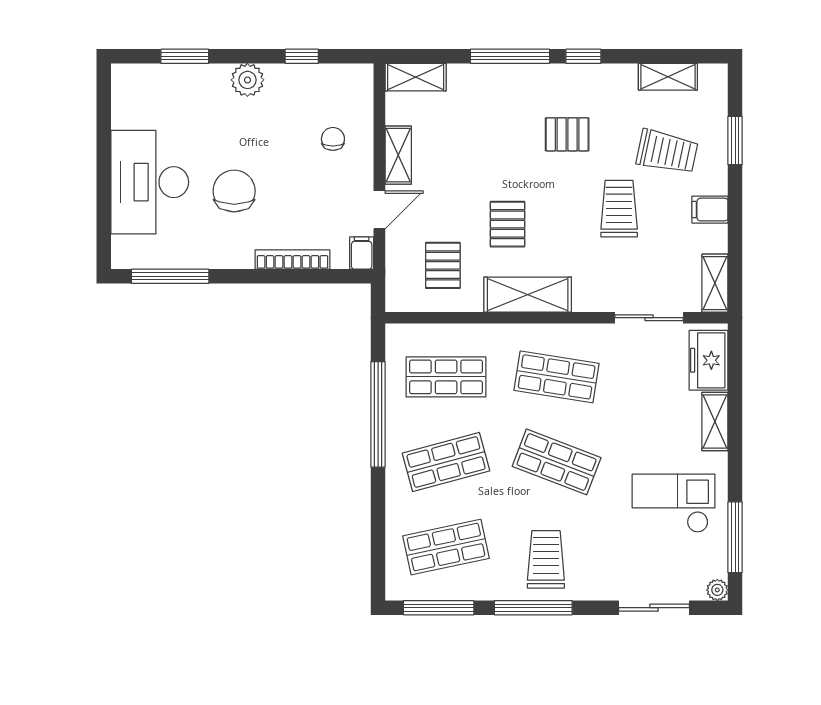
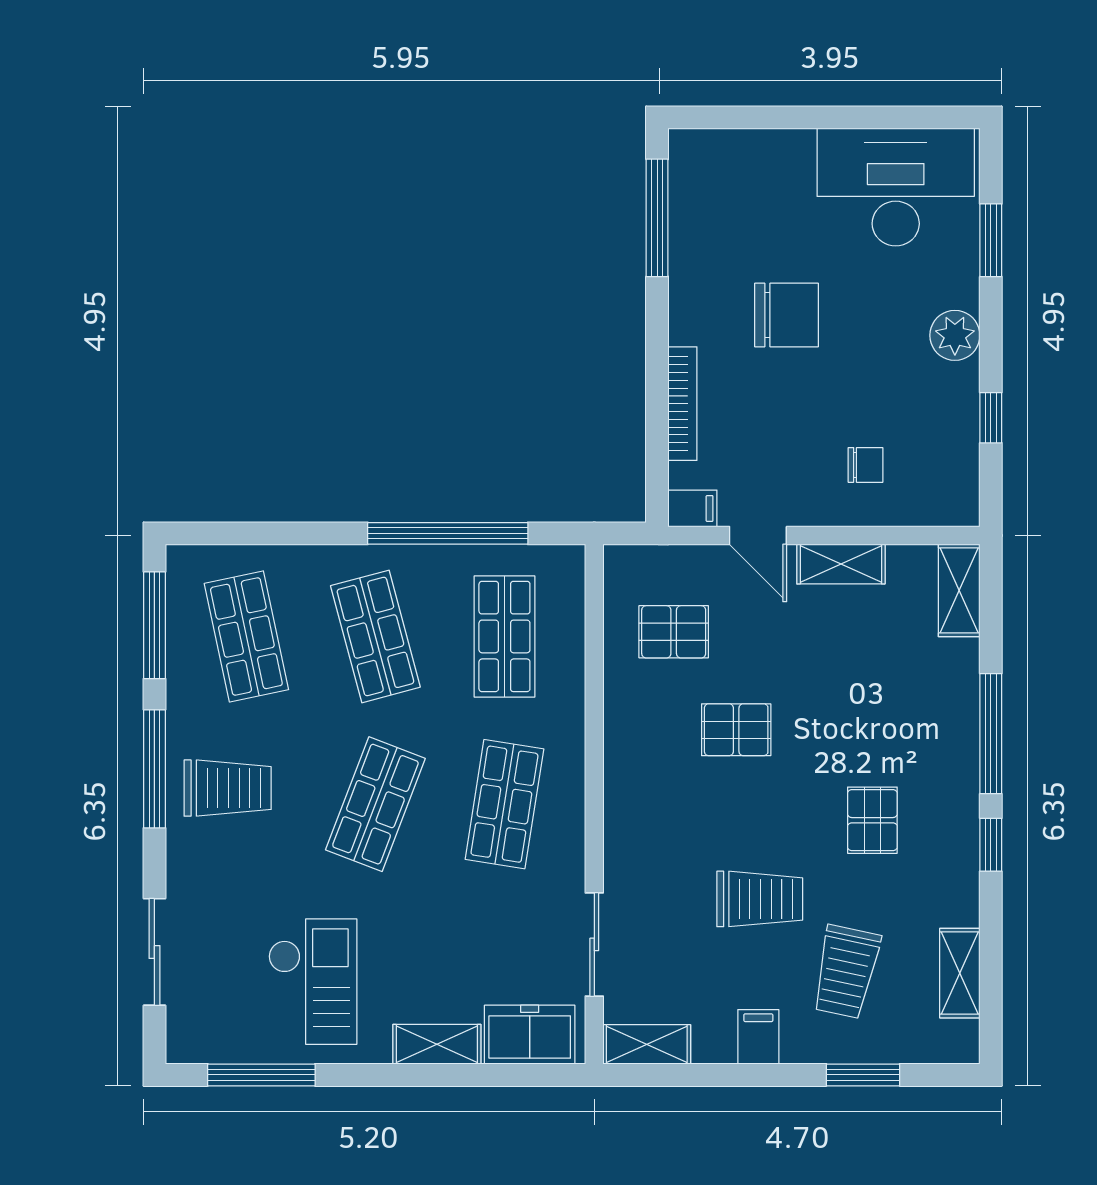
desk: (150, 182) -> (896, 187), moved
shelving: (528, 295) -> (629, 760), removed
plant: (717, 590) -> (181, 1048), removed

